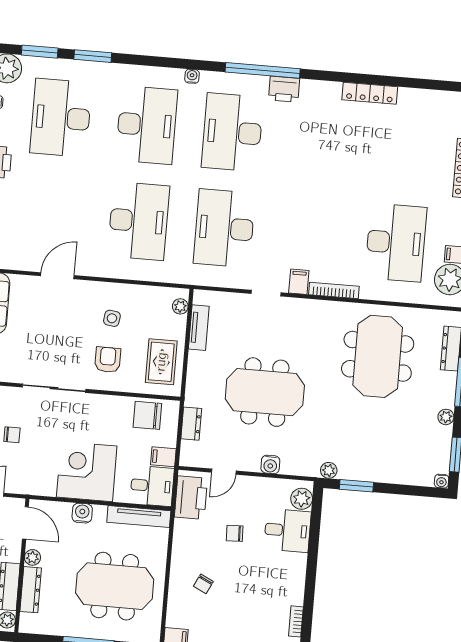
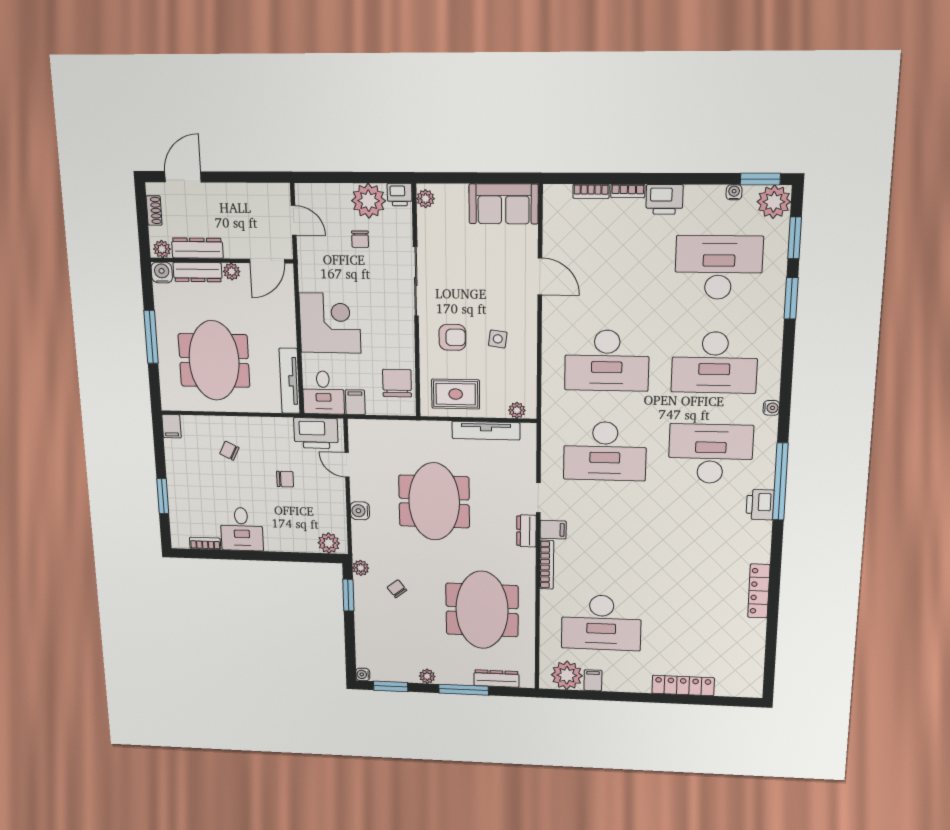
desk: (224, 228) -> (605, 451), turned 180
tv unit: (199, 328) -> (486, 431), width x1.41
meeting table: (378, 356) -> (482, 610), turned 90
dresser: (191, 424) -> (526, 531), moved, turned 90
chair: (352, 437) -> (397, 589), added
water cooler: (82, 513) -> (162, 273), moved, turned -90
desk: (287, 530) -> (242, 529), moved
chair: (235, 533) -> (285, 479), turned 92

